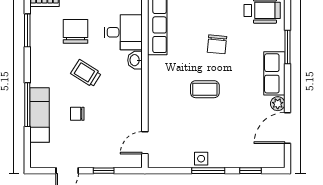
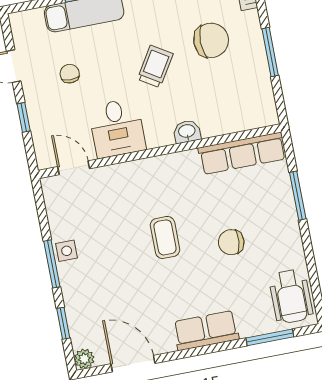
desk: (123, 32) -> (117, 128), moved
window: (287, 47) -> (270, 337), moved
plant: (278, 104) -> (84, 359), moved
chair: (77, 114) -> (70, 74), moved

